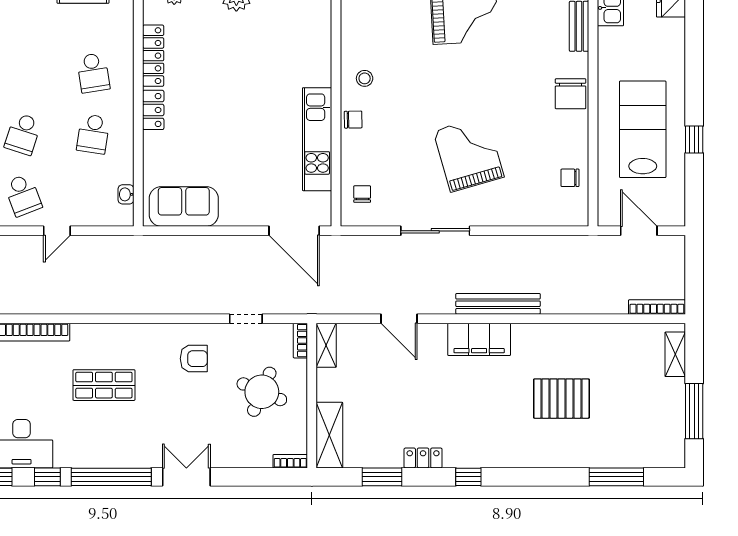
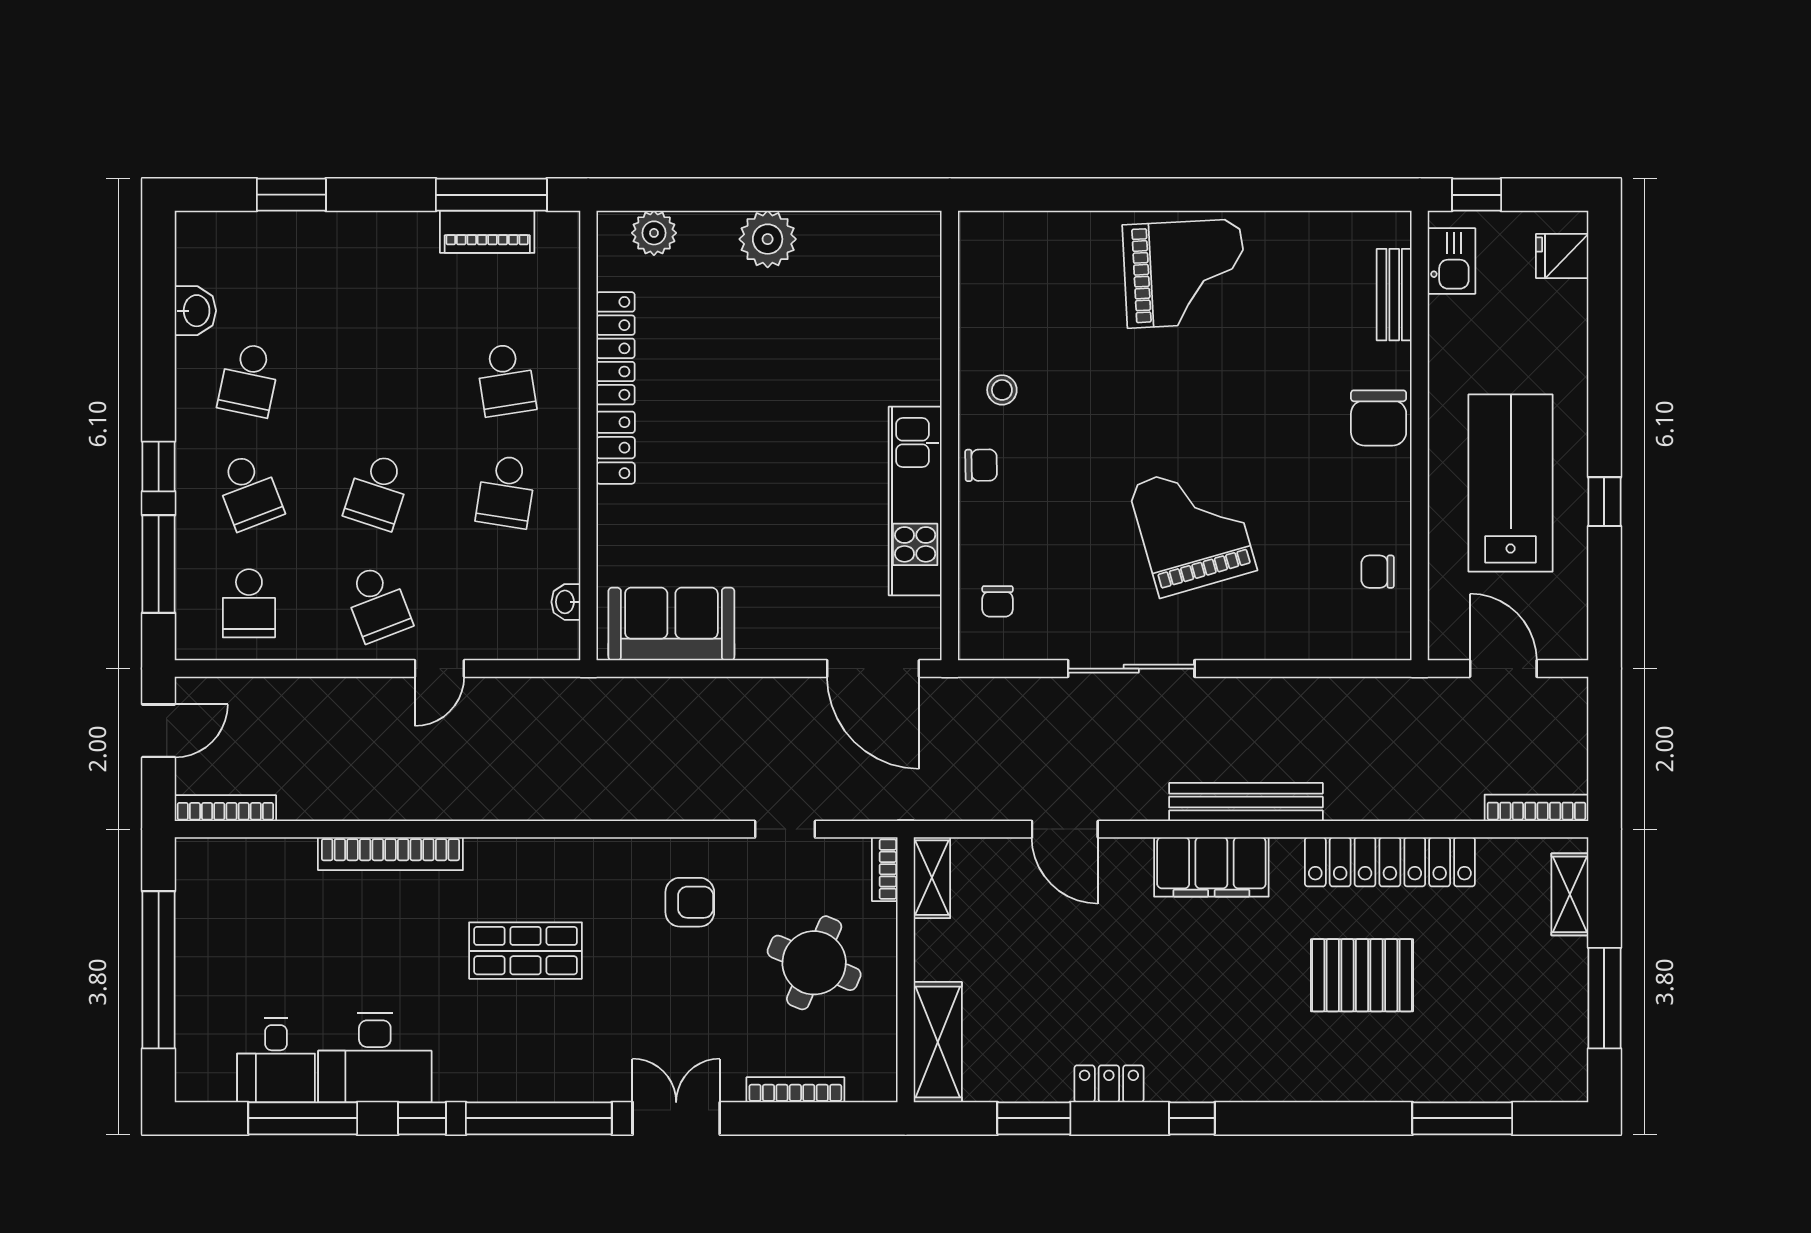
chair: (362, 194) -> (998, 601), turned 180
locker: (577, 337) -> (1390, 862), added
bookcase: (290, 461) -> (795, 1090), moved, width x1.56

